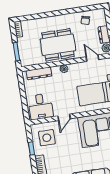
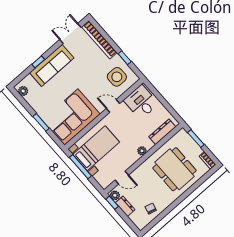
dining table: (58, 45) -> (174, 169), moved, turned 90
door: (64, 117) -> (113, 106), hinge flipped

